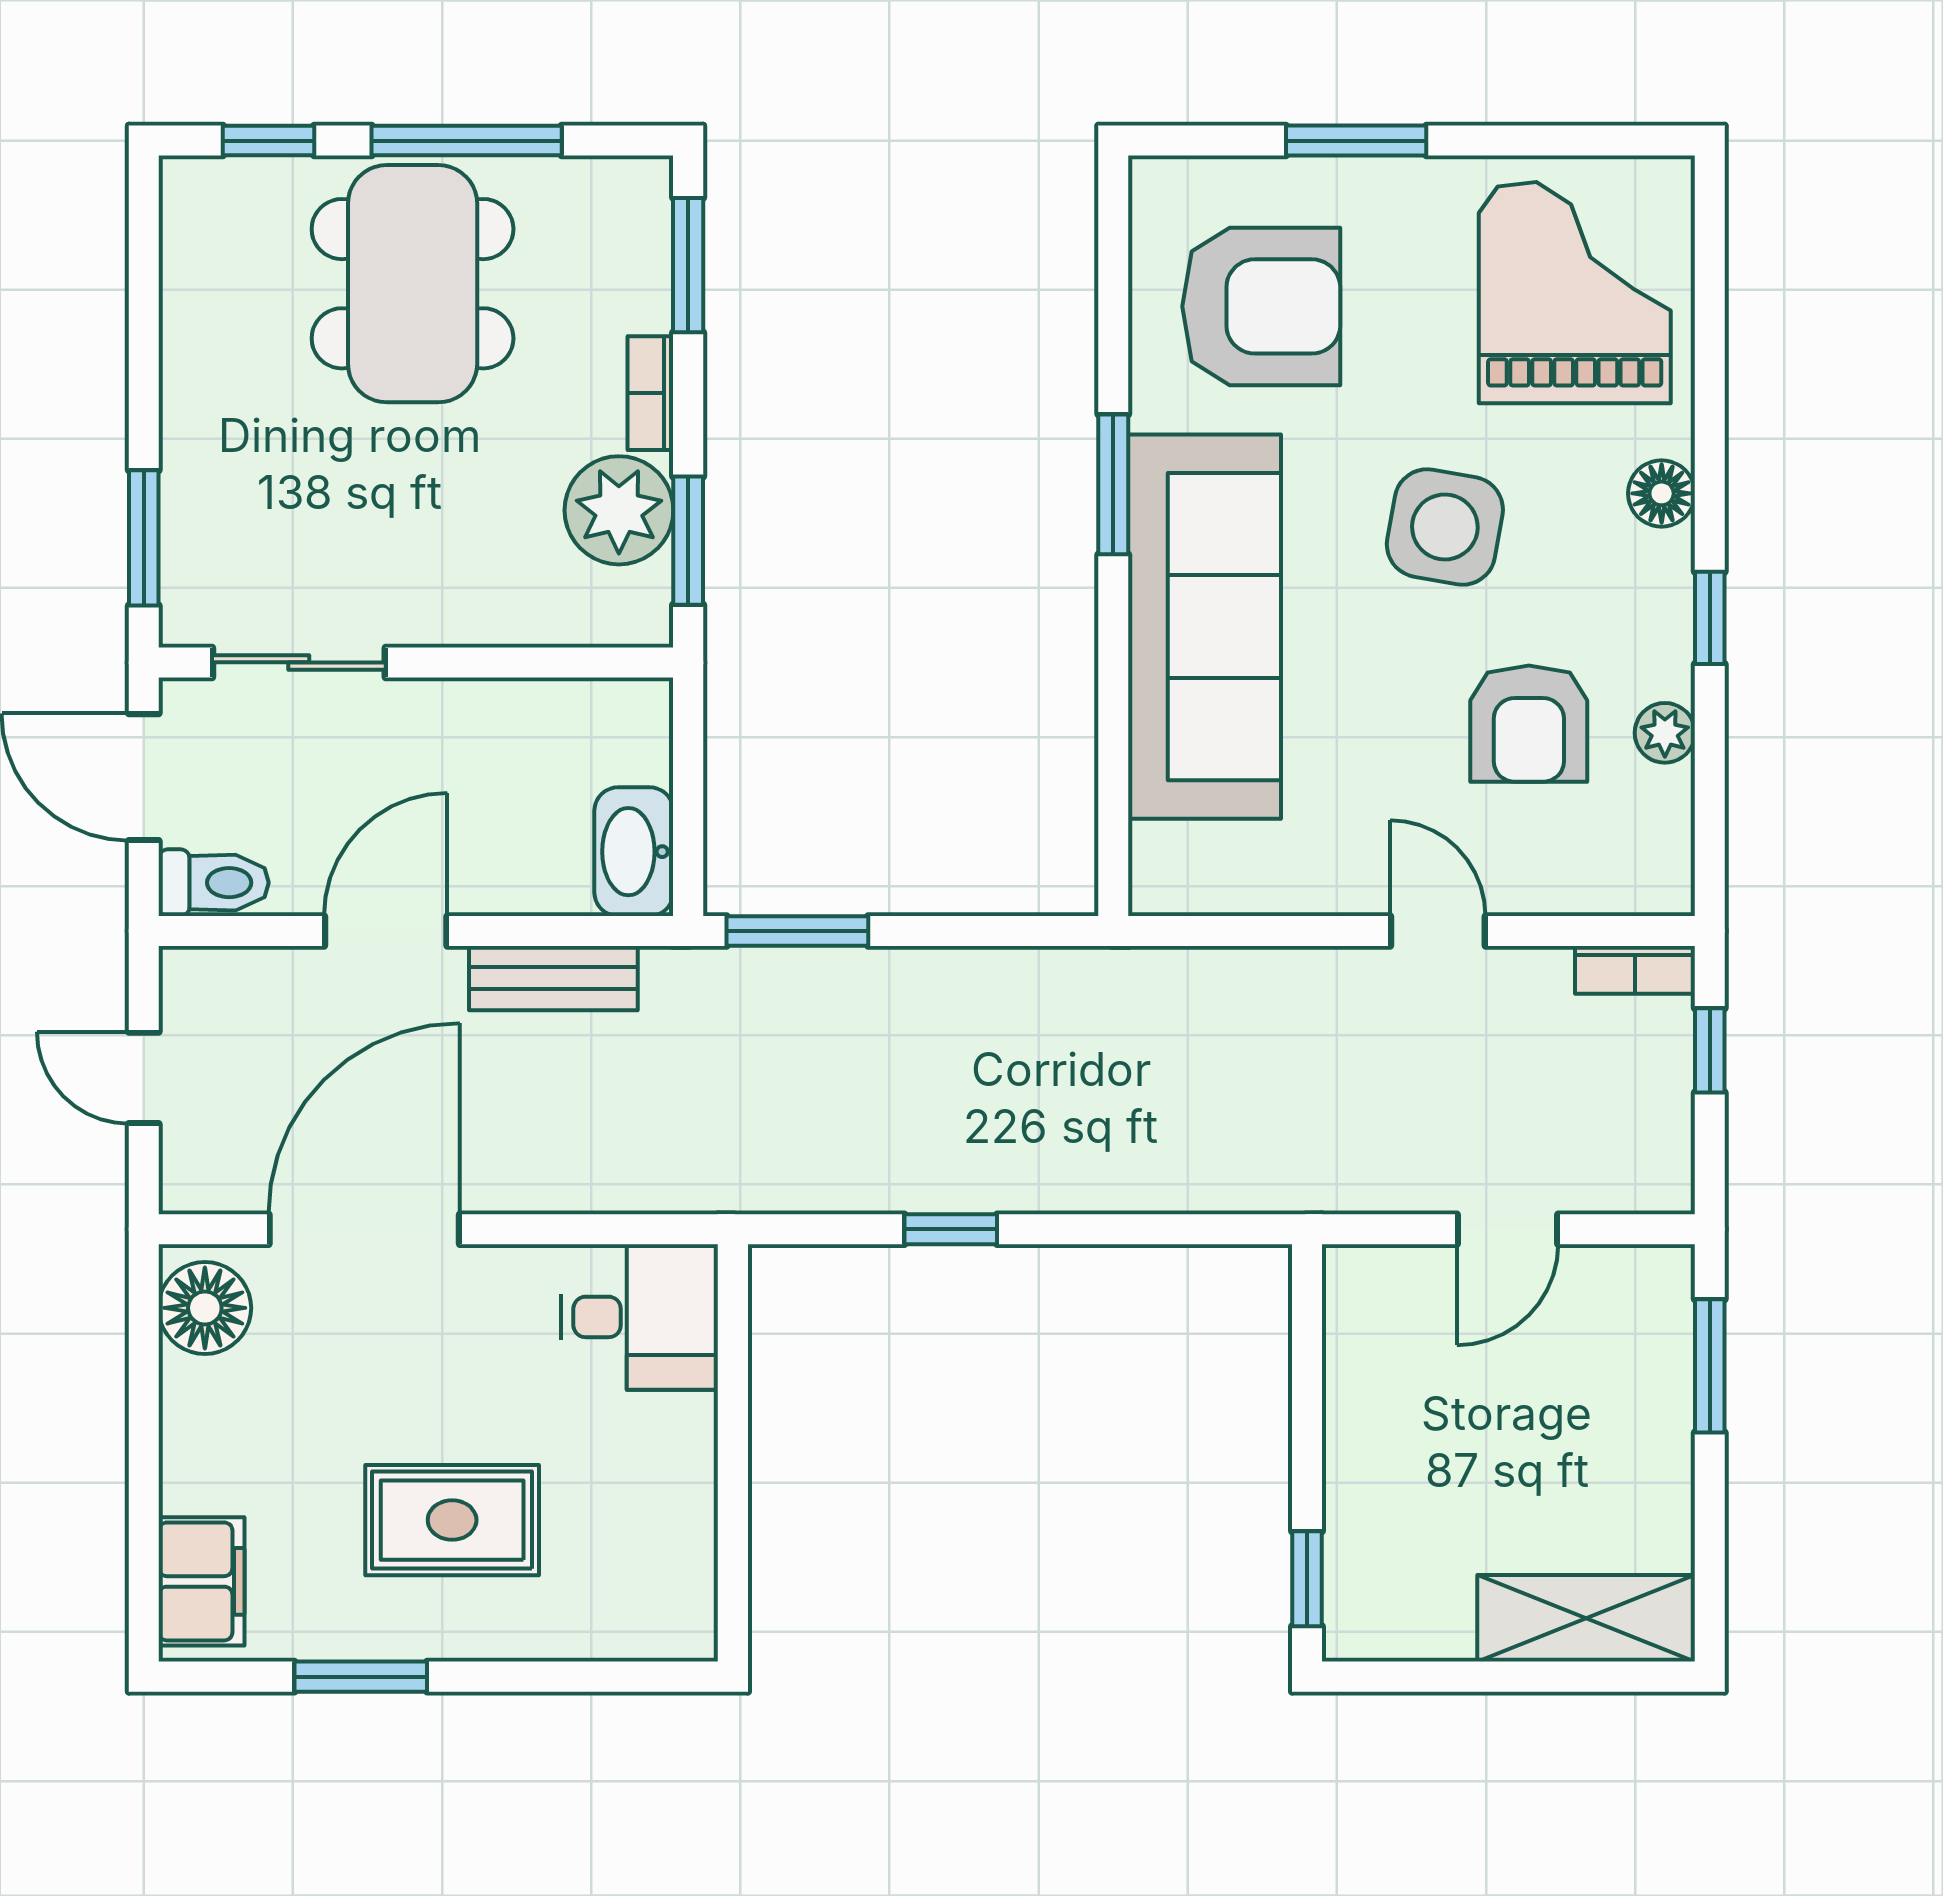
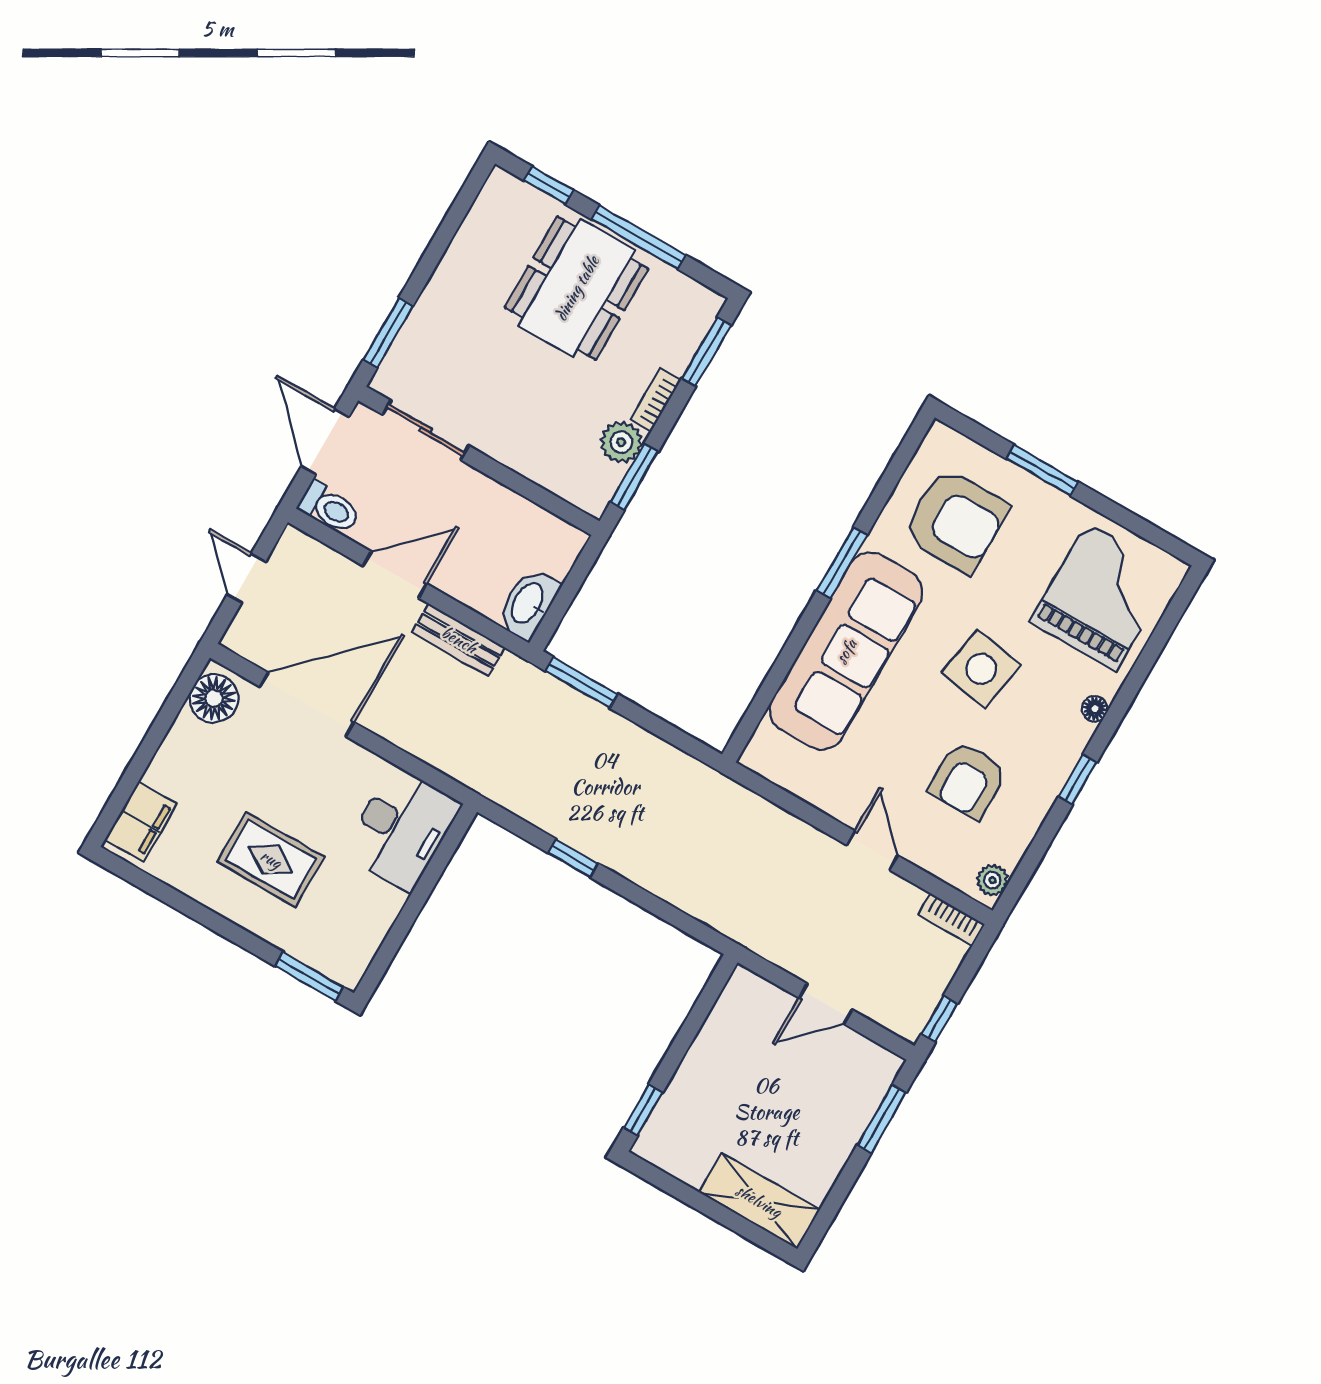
floor lamp: (1662, 493) -> (1095, 709), width x0.73, depth x0.73
plant: (619, 510) -> (621, 442), width x0.73, depth x0.73
plant: (1665, 733) -> (992, 880), moved
window: (1710, 1050) -> (939, 1019), moved
desk: (639, 1317) -> (402, 829), width x1.37
window: (361, 1677) -> (309, 976), moved

